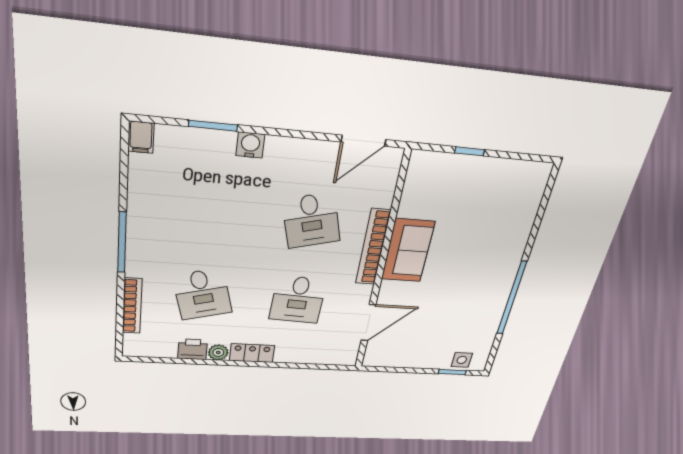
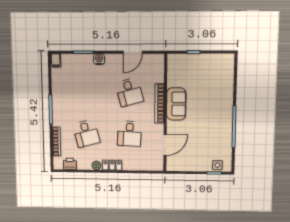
door: (363, 141) -> (133, 52), moved
printer: (193, 349) -> (70, 164), moved

